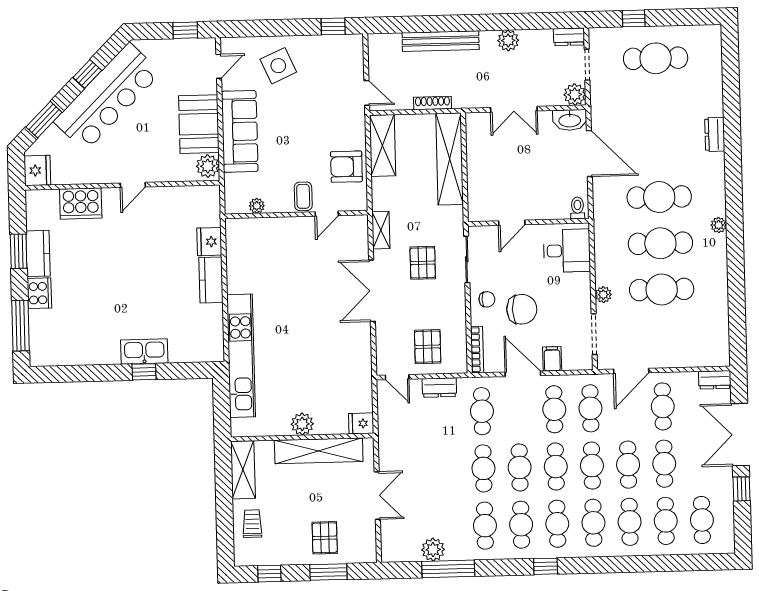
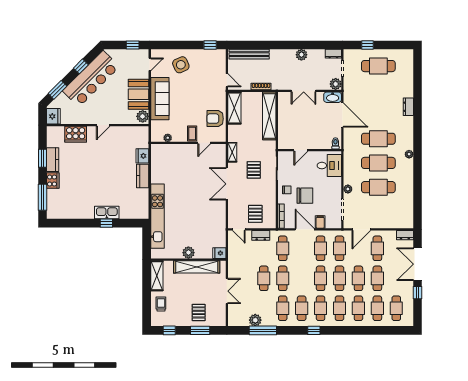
bench: (441, 41) -> (249, 54), moved
cafe table: (520, 467) -> (264, 278), moved

